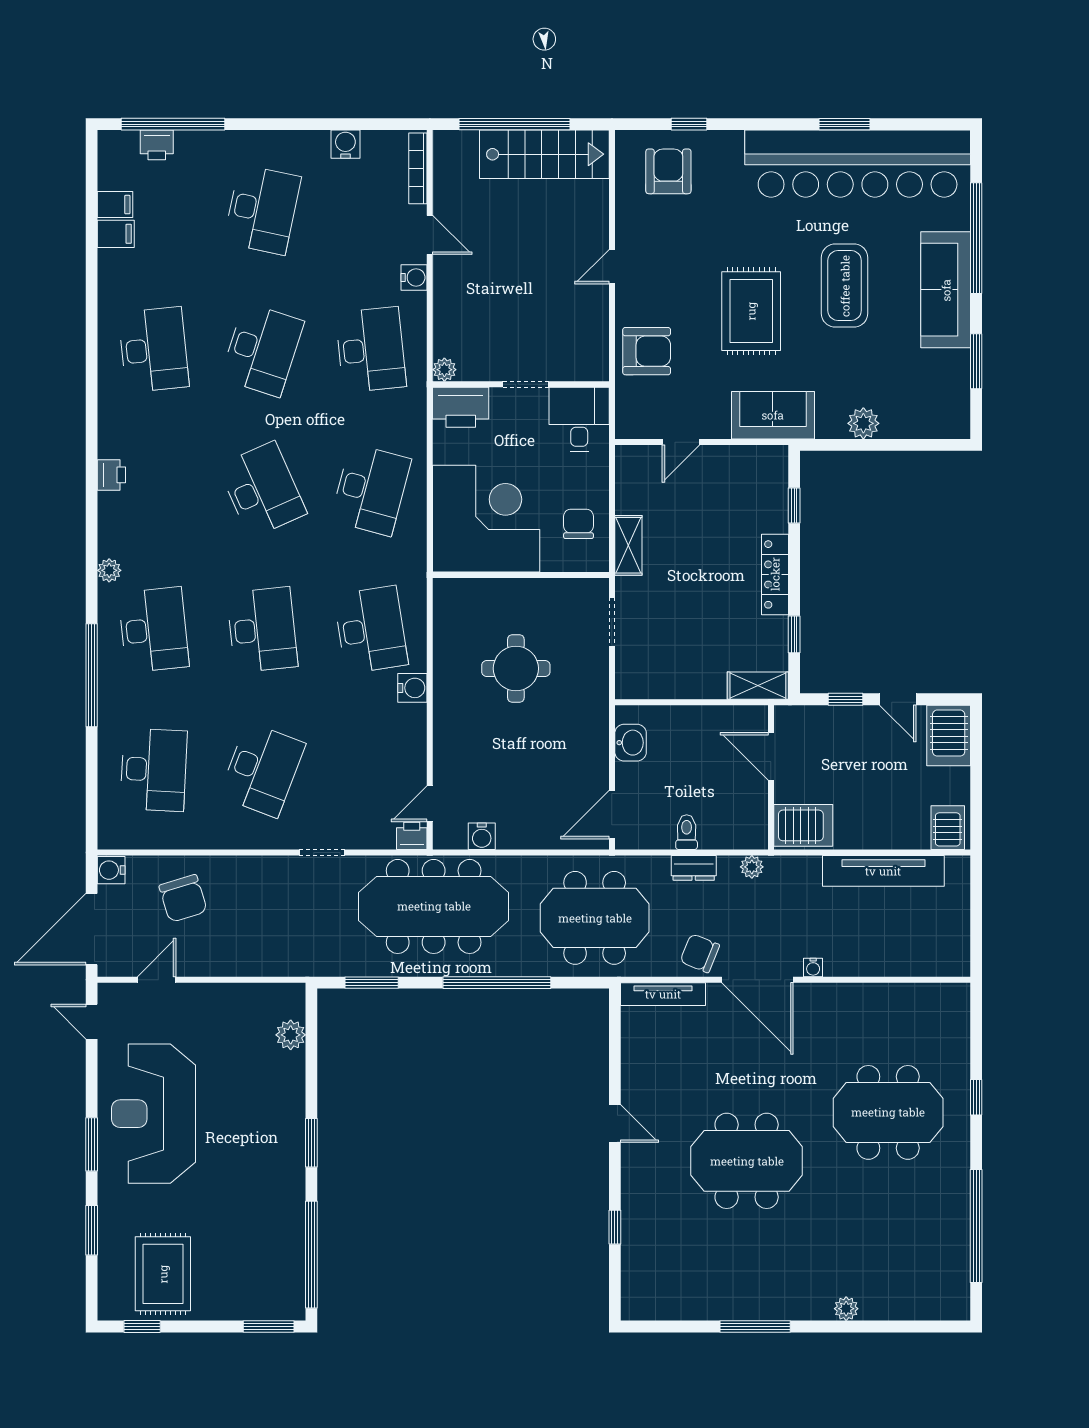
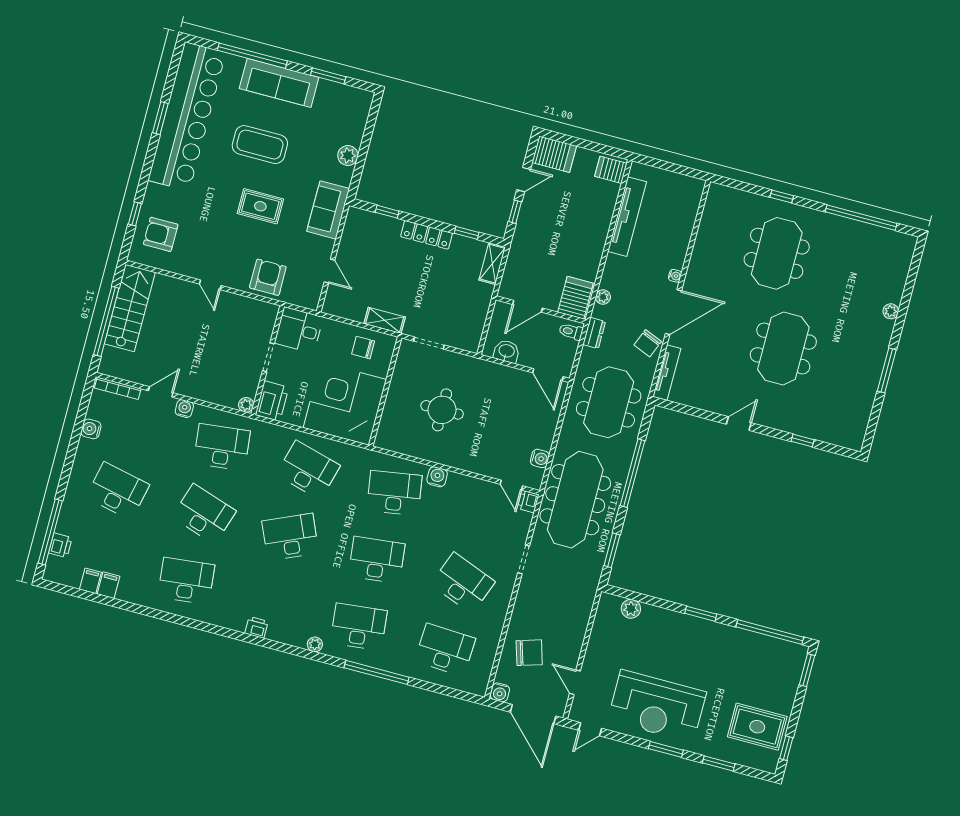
rug: (751, 311) -> (260, 206), width x0.73, depth x0.70
door: (771, 756) -> (527, 306), moved
wall: (771, 777) -> (540, 310), moved
server rack: (803, 825) -> (575, 298), moved

